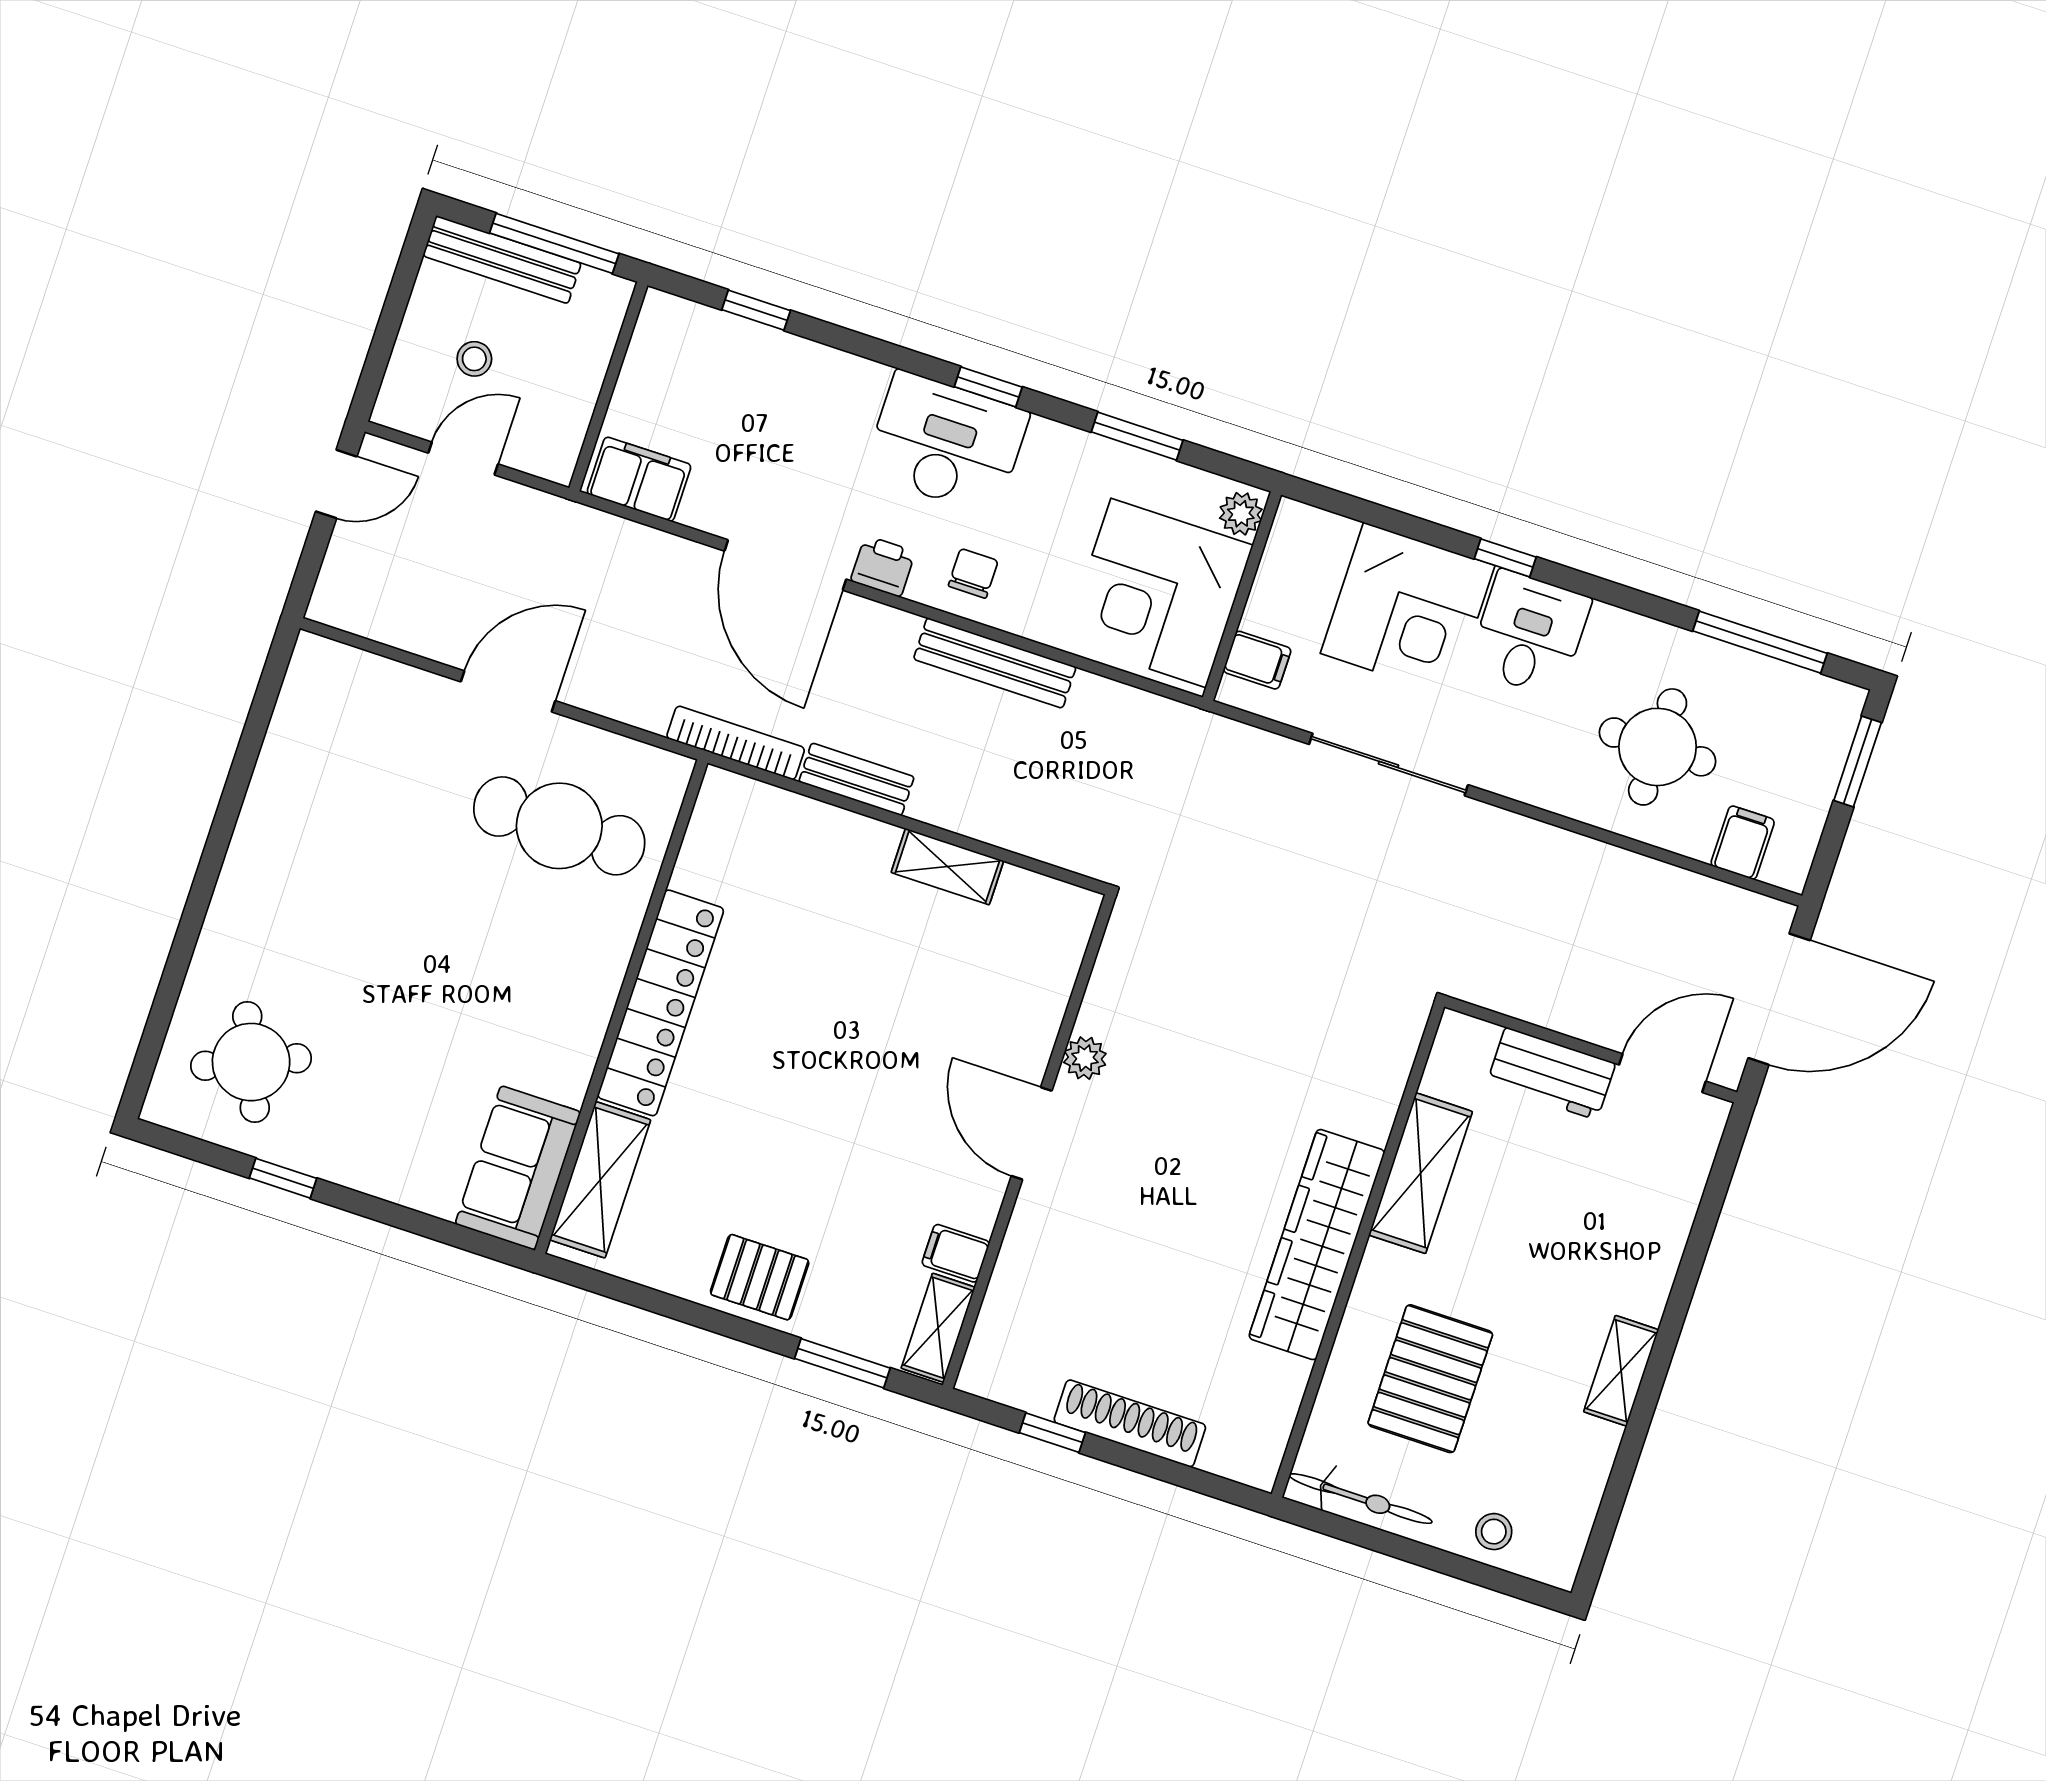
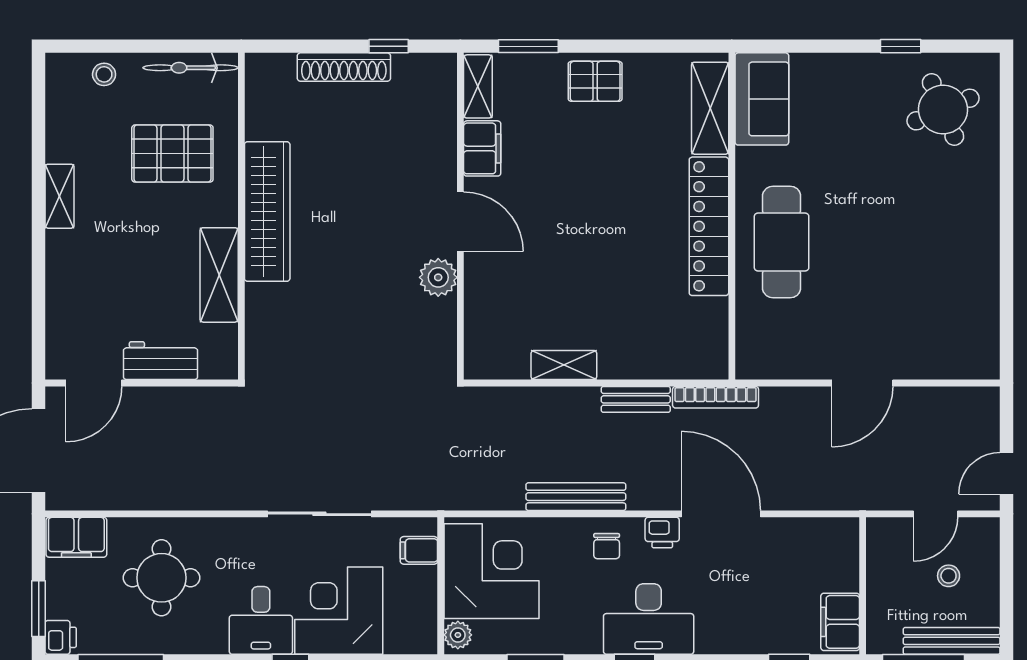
filing cabinet: (639, 479) -> (840, 622), moved, turned 90
printer: (1839, 708) -> (61, 637), added
cafe table: (559, 826) -> (782, 242), moved, turned 90
filing cabinet: (1743, 843) -> (76, 537), width x2.00
plant: (1085, 1058) -> (438, 277), width x1.38, depth x1.38
filing cabinet: (956, 1253) -> (482, 148), width x2.00
pallet: (1430, 1379) -> (172, 154), turned 90

